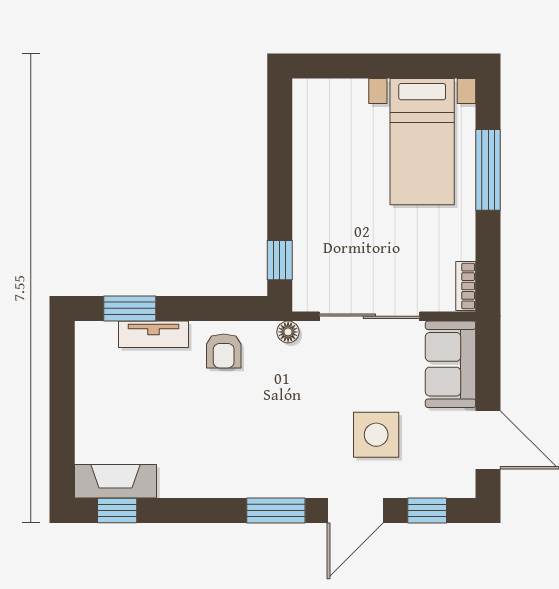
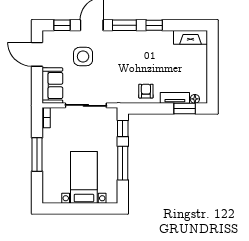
bed with nightstands: (422, 142) -> (84, 177), moved
window: (488, 170) -> (37, 154), moved
window: (280, 176) -> (123, 163), added
floor lamp: (288, 332) -> (195, 99), moved
window: (117, 511) -> (154, 25), moved

